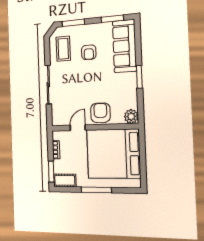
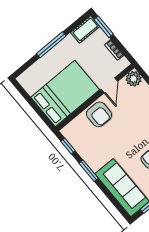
window: (141, 107) -> (68, 146), added
plant: (131, 116) -> (134, 79), moved
bed: (113, 154) -> (65, 94), width x0.73

